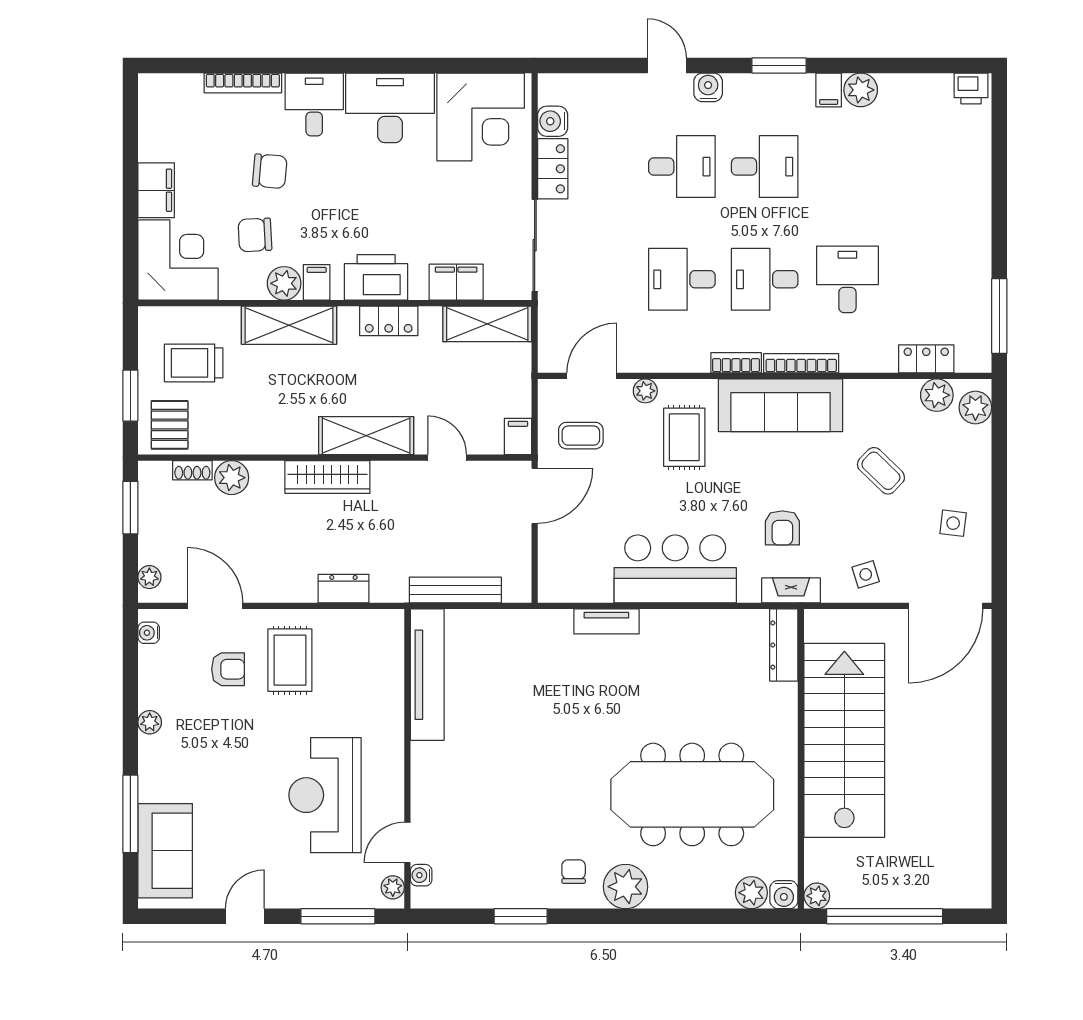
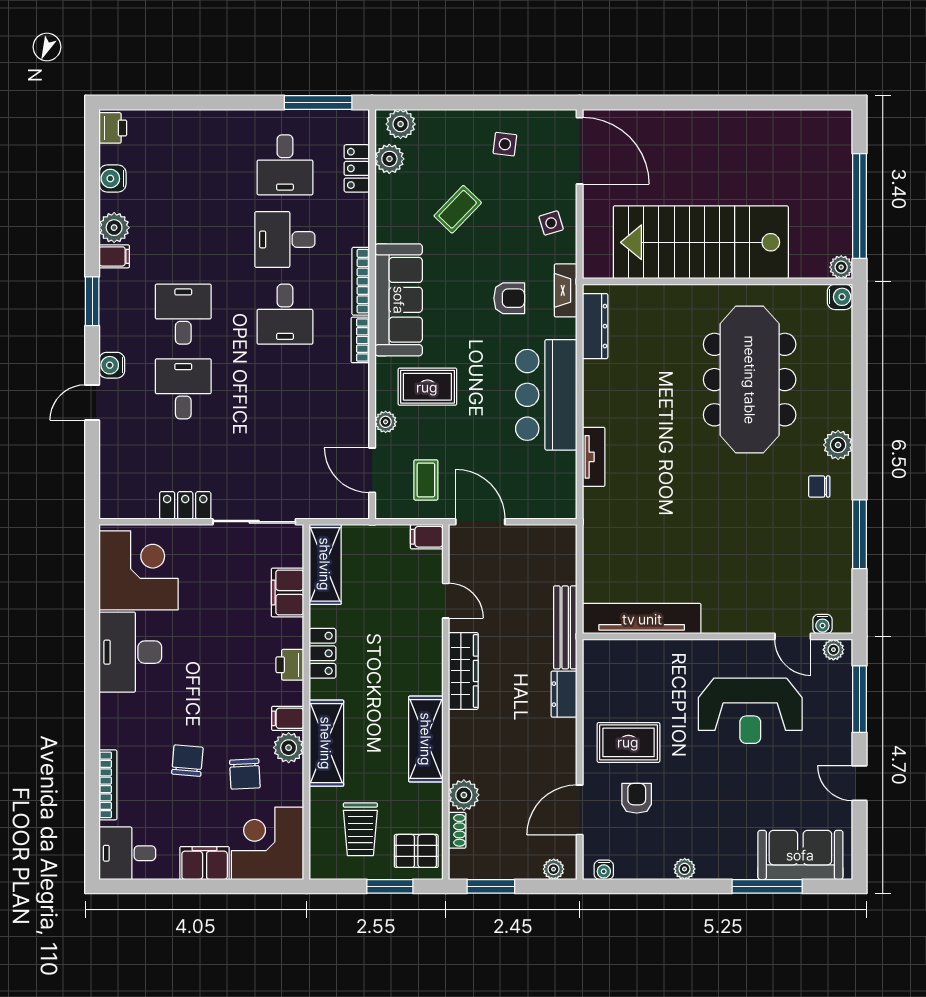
desk: (314, 104) -> (127, 853), moved
water cooler: (553, 121) -> (112, 179), moved, turned 90
printer: (376, 277) -> (290, 665), width x0.53, depth x0.68
desk: (682, 279) -> (285, 165), moved
shelving: (366, 436) -> (426, 739), moved
door: (447, 458) -> (446, 601), swing flipped
wardrobe: (327, 477) -> (463, 671), moved
bench: (455, 590) -> (565, 627), moved
dresser: (784, 645) -> (595, 326), moved, turned -90
plant: (626, 887) -> (838, 445), width x0.73, depth x0.73
plant: (751, 893) -> (838, 326), removed
window: (521, 916) -> (860, 534), width x1.44

